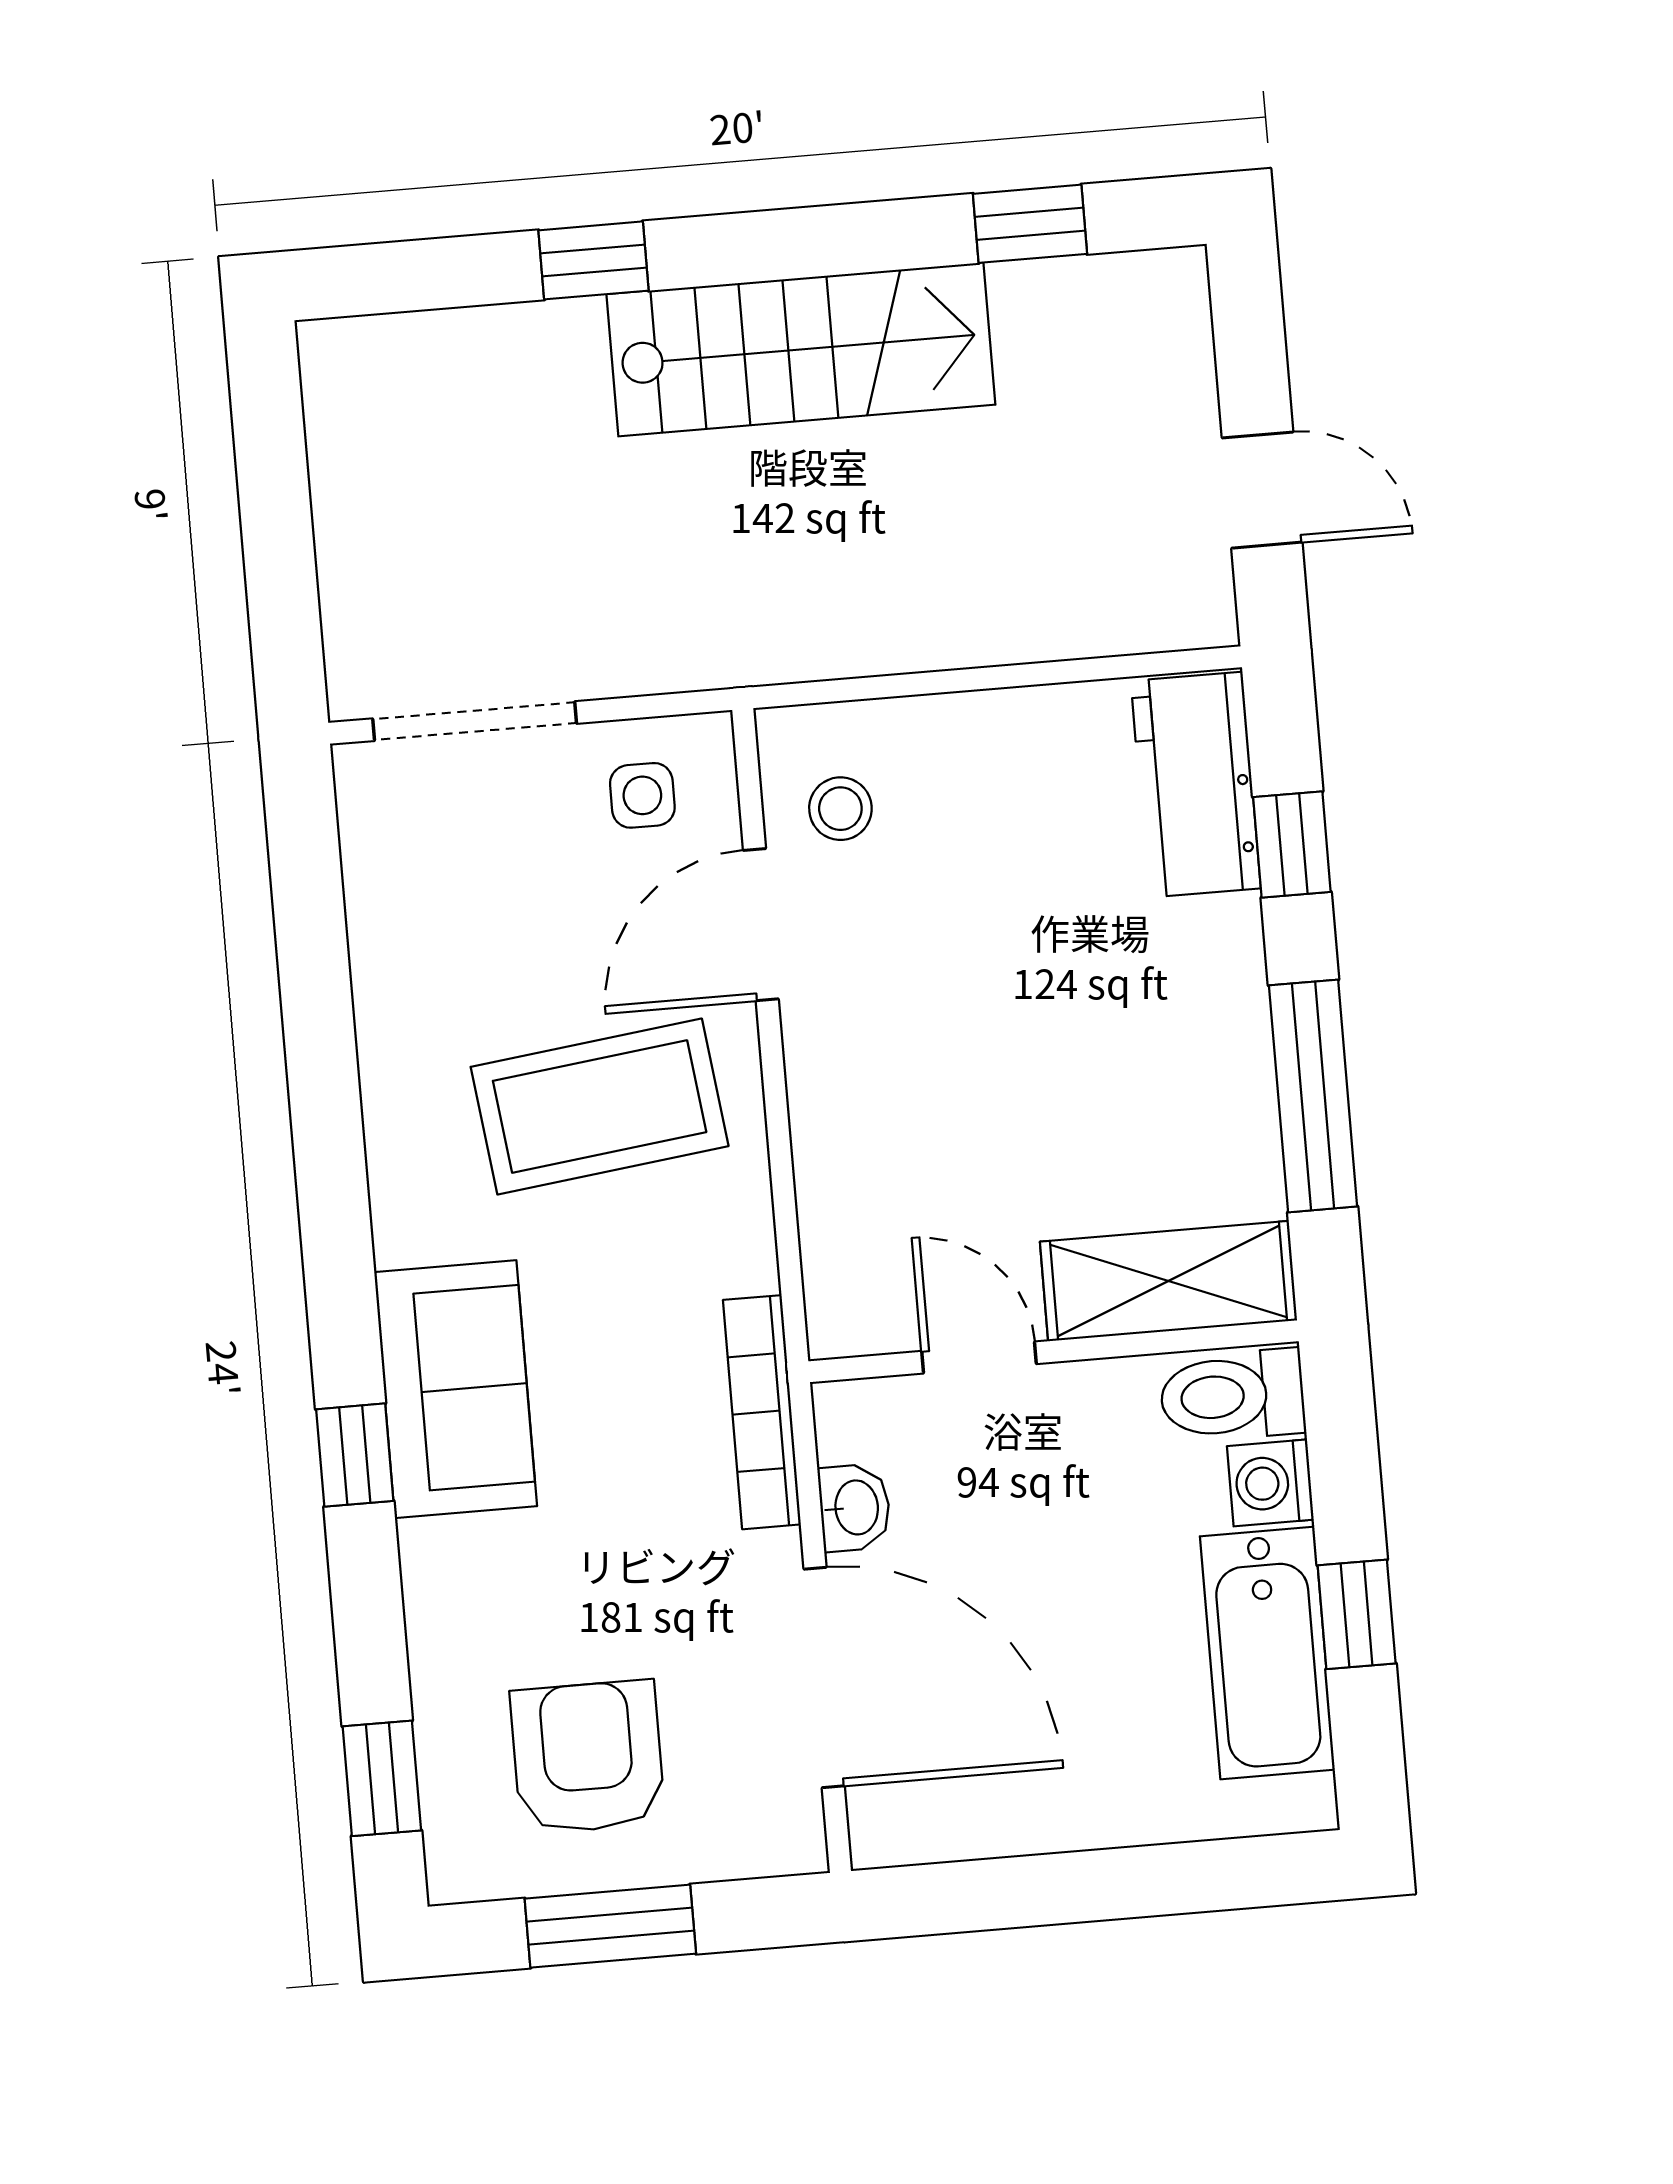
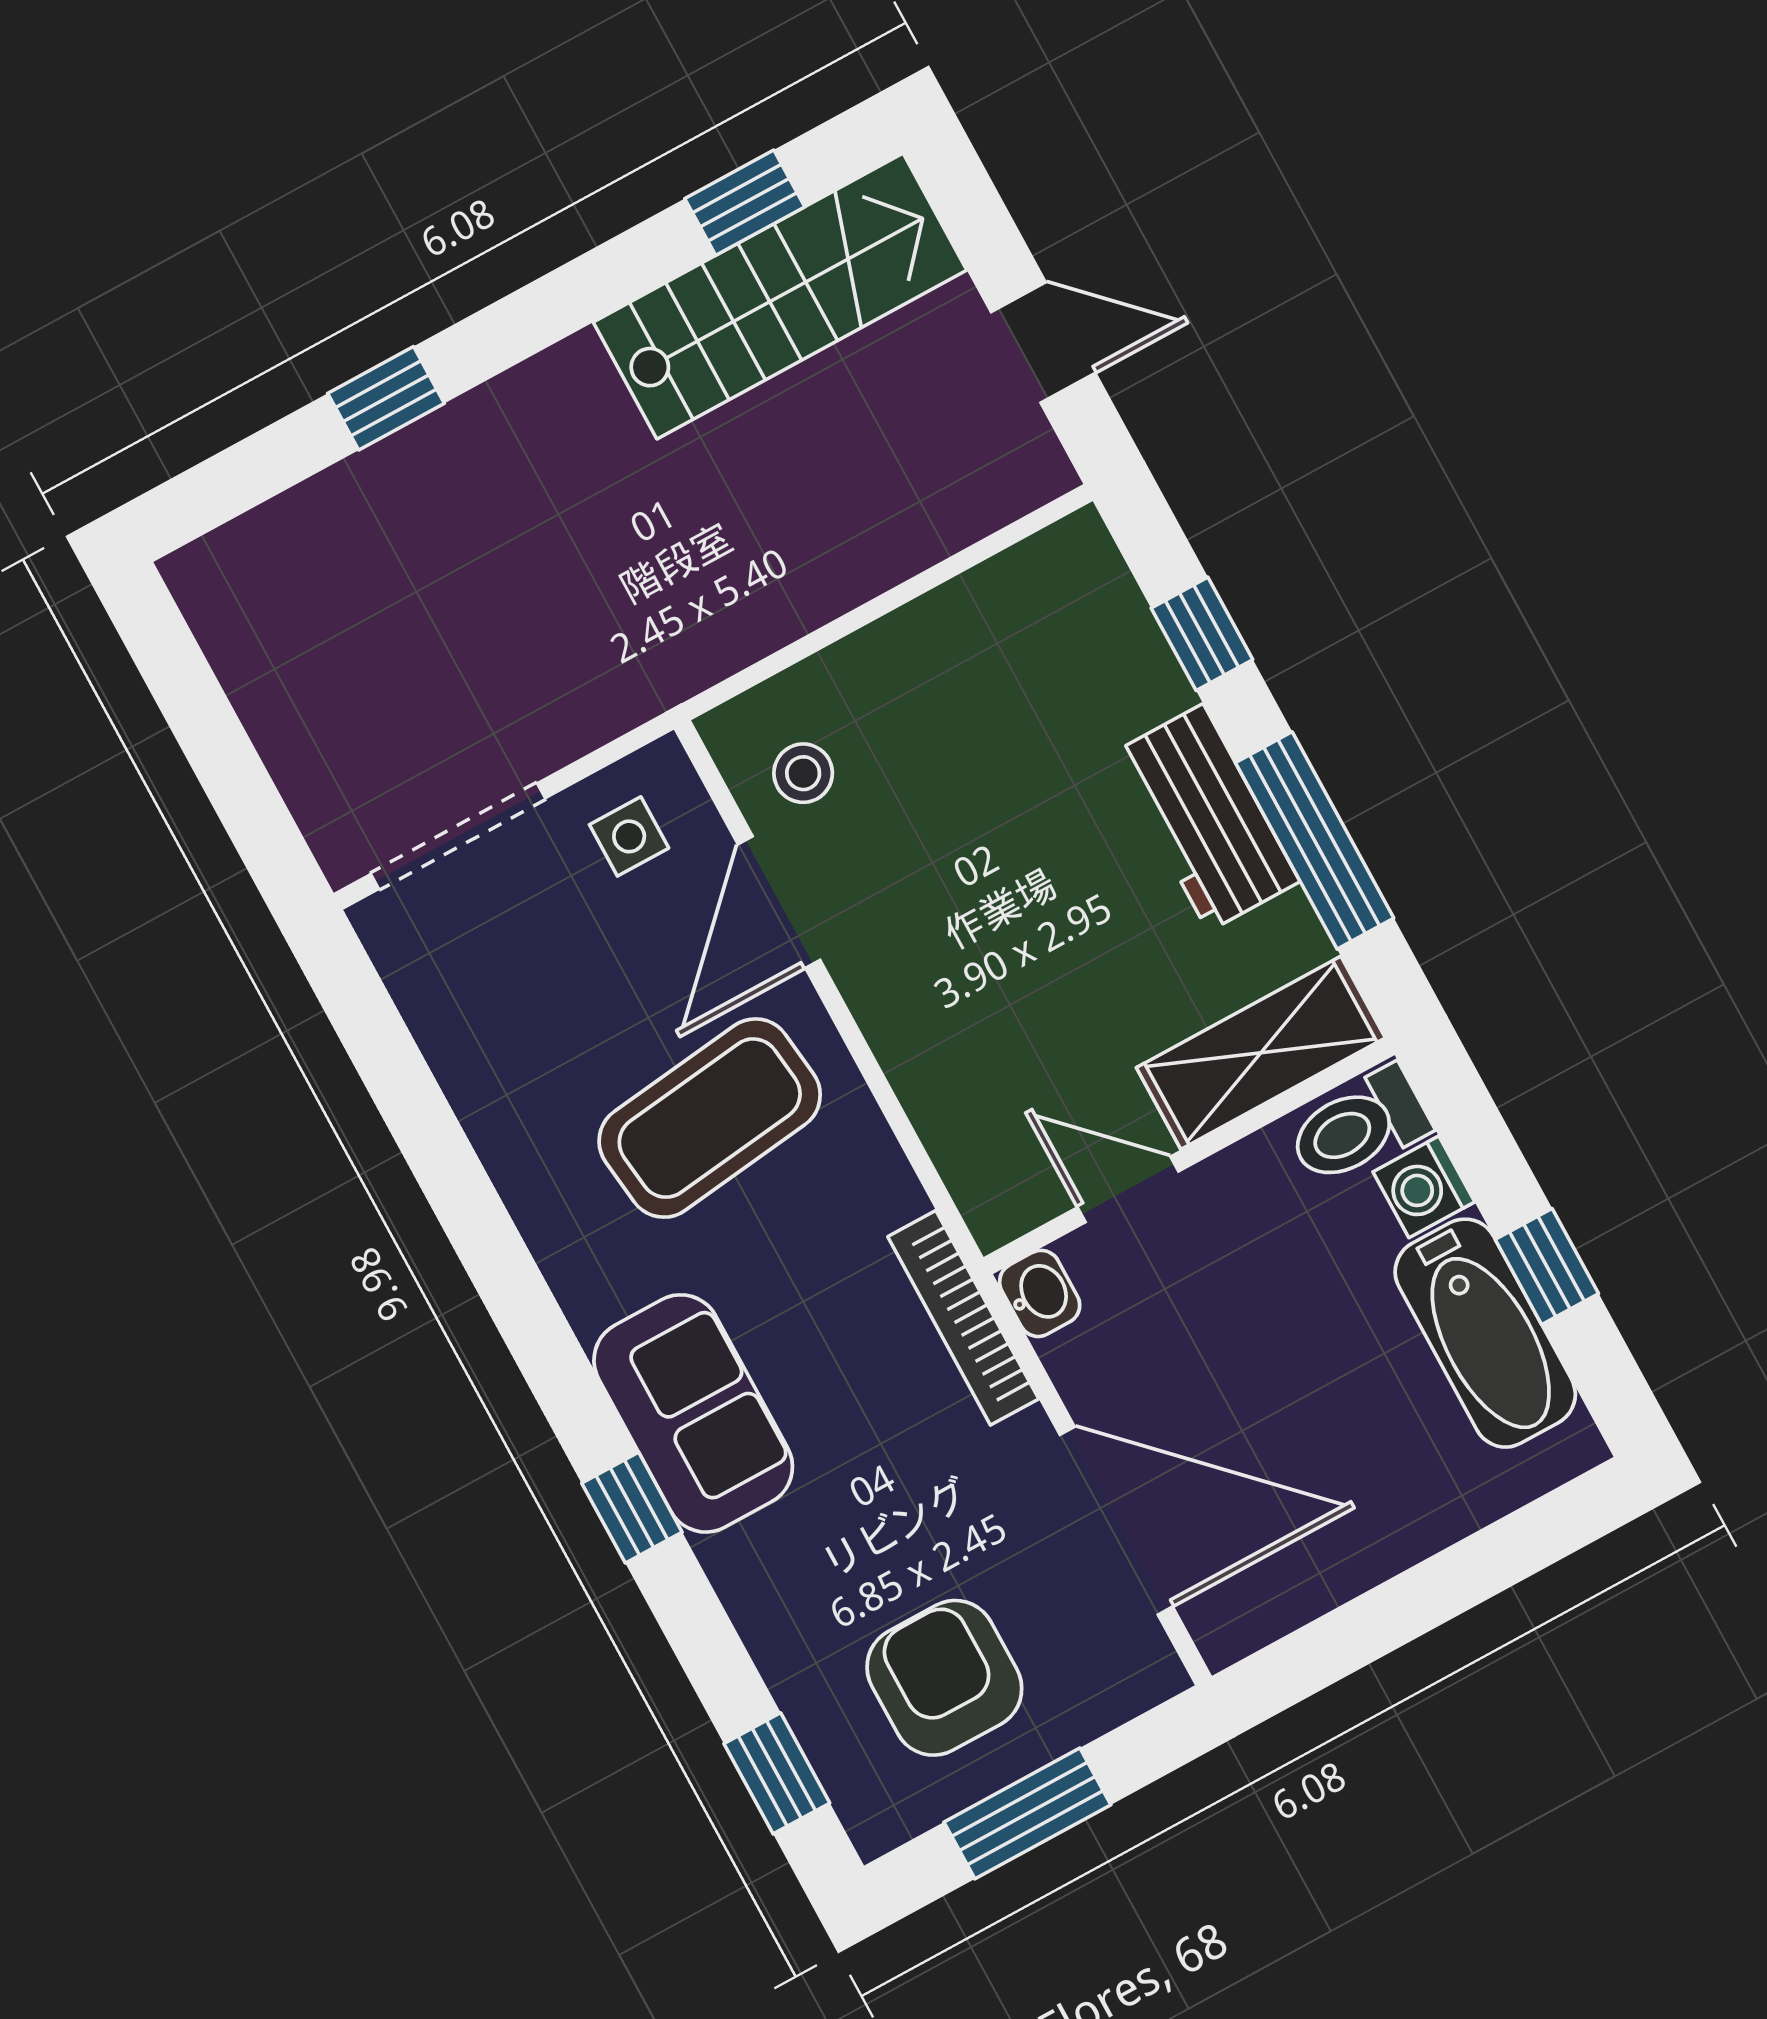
stairs: (801, 349) -> (780, 296), moved
workbench: (1196, 785) -> (1206, 818), moved
washbasin: (855, 1508) -> (1040, 1293), moved

